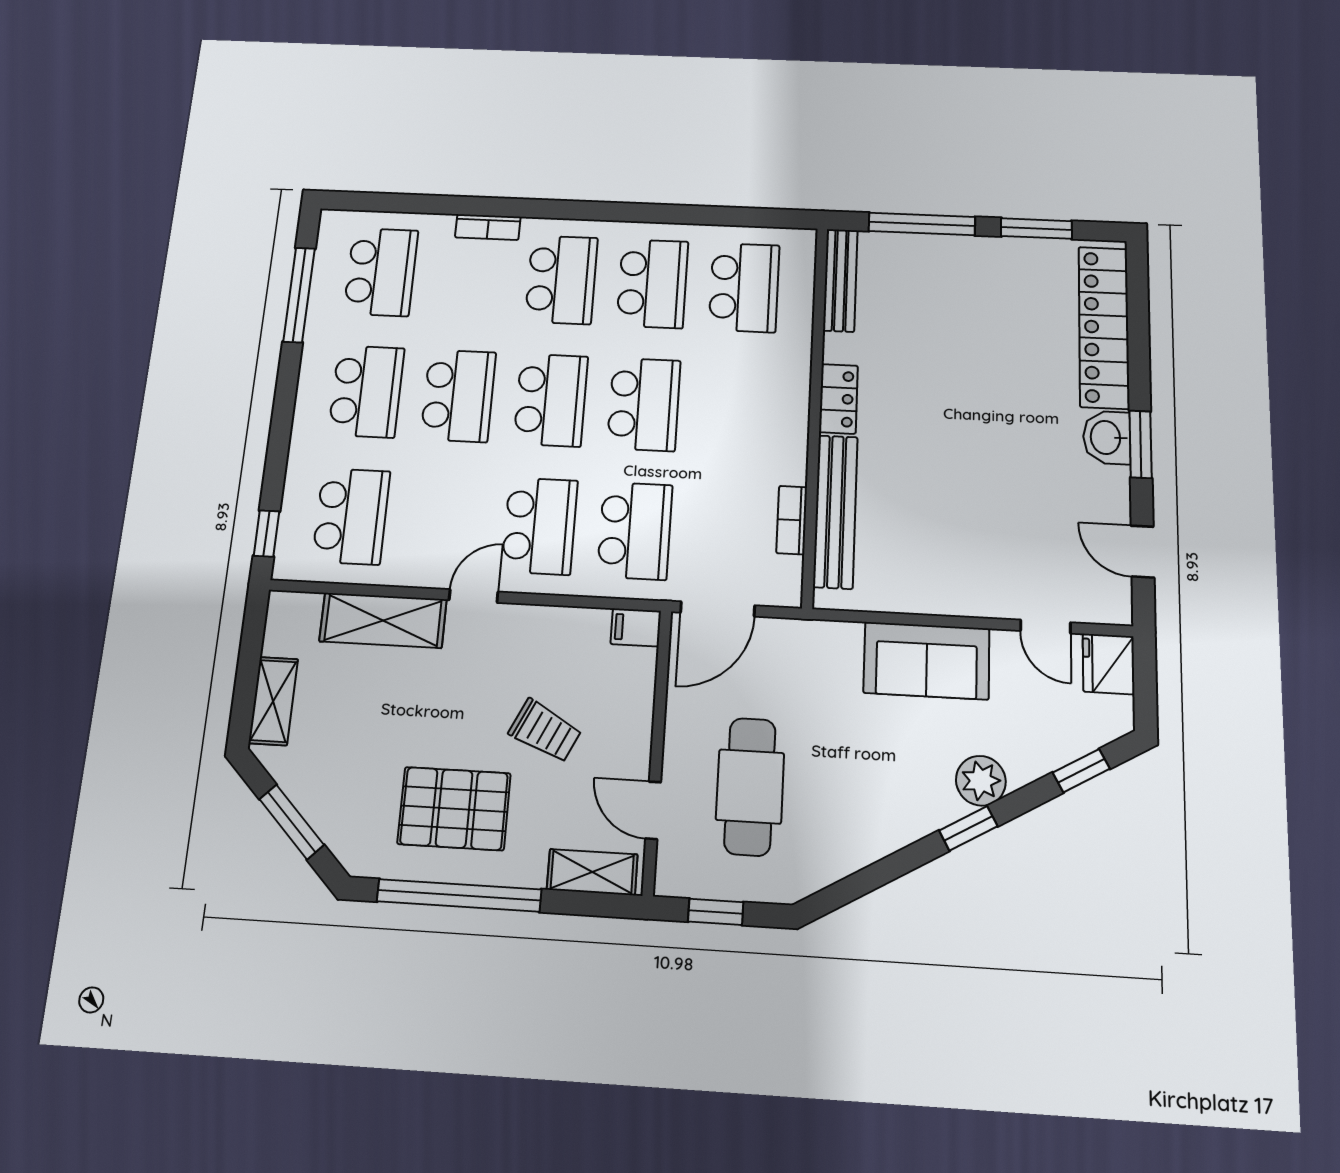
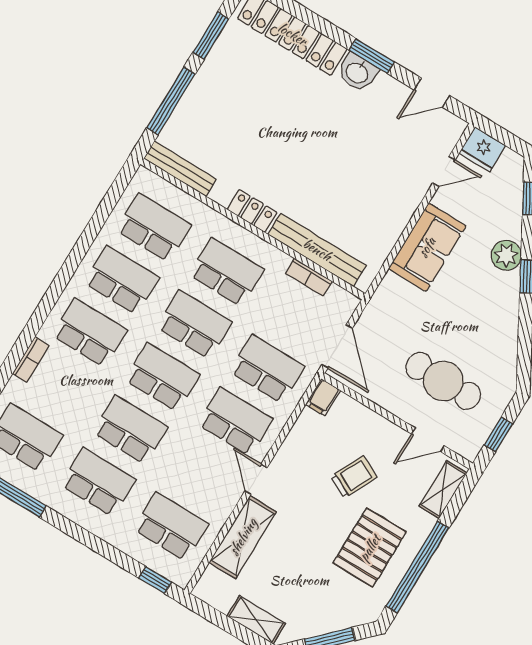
school desk: (738, 409) -> (226, 272), added

